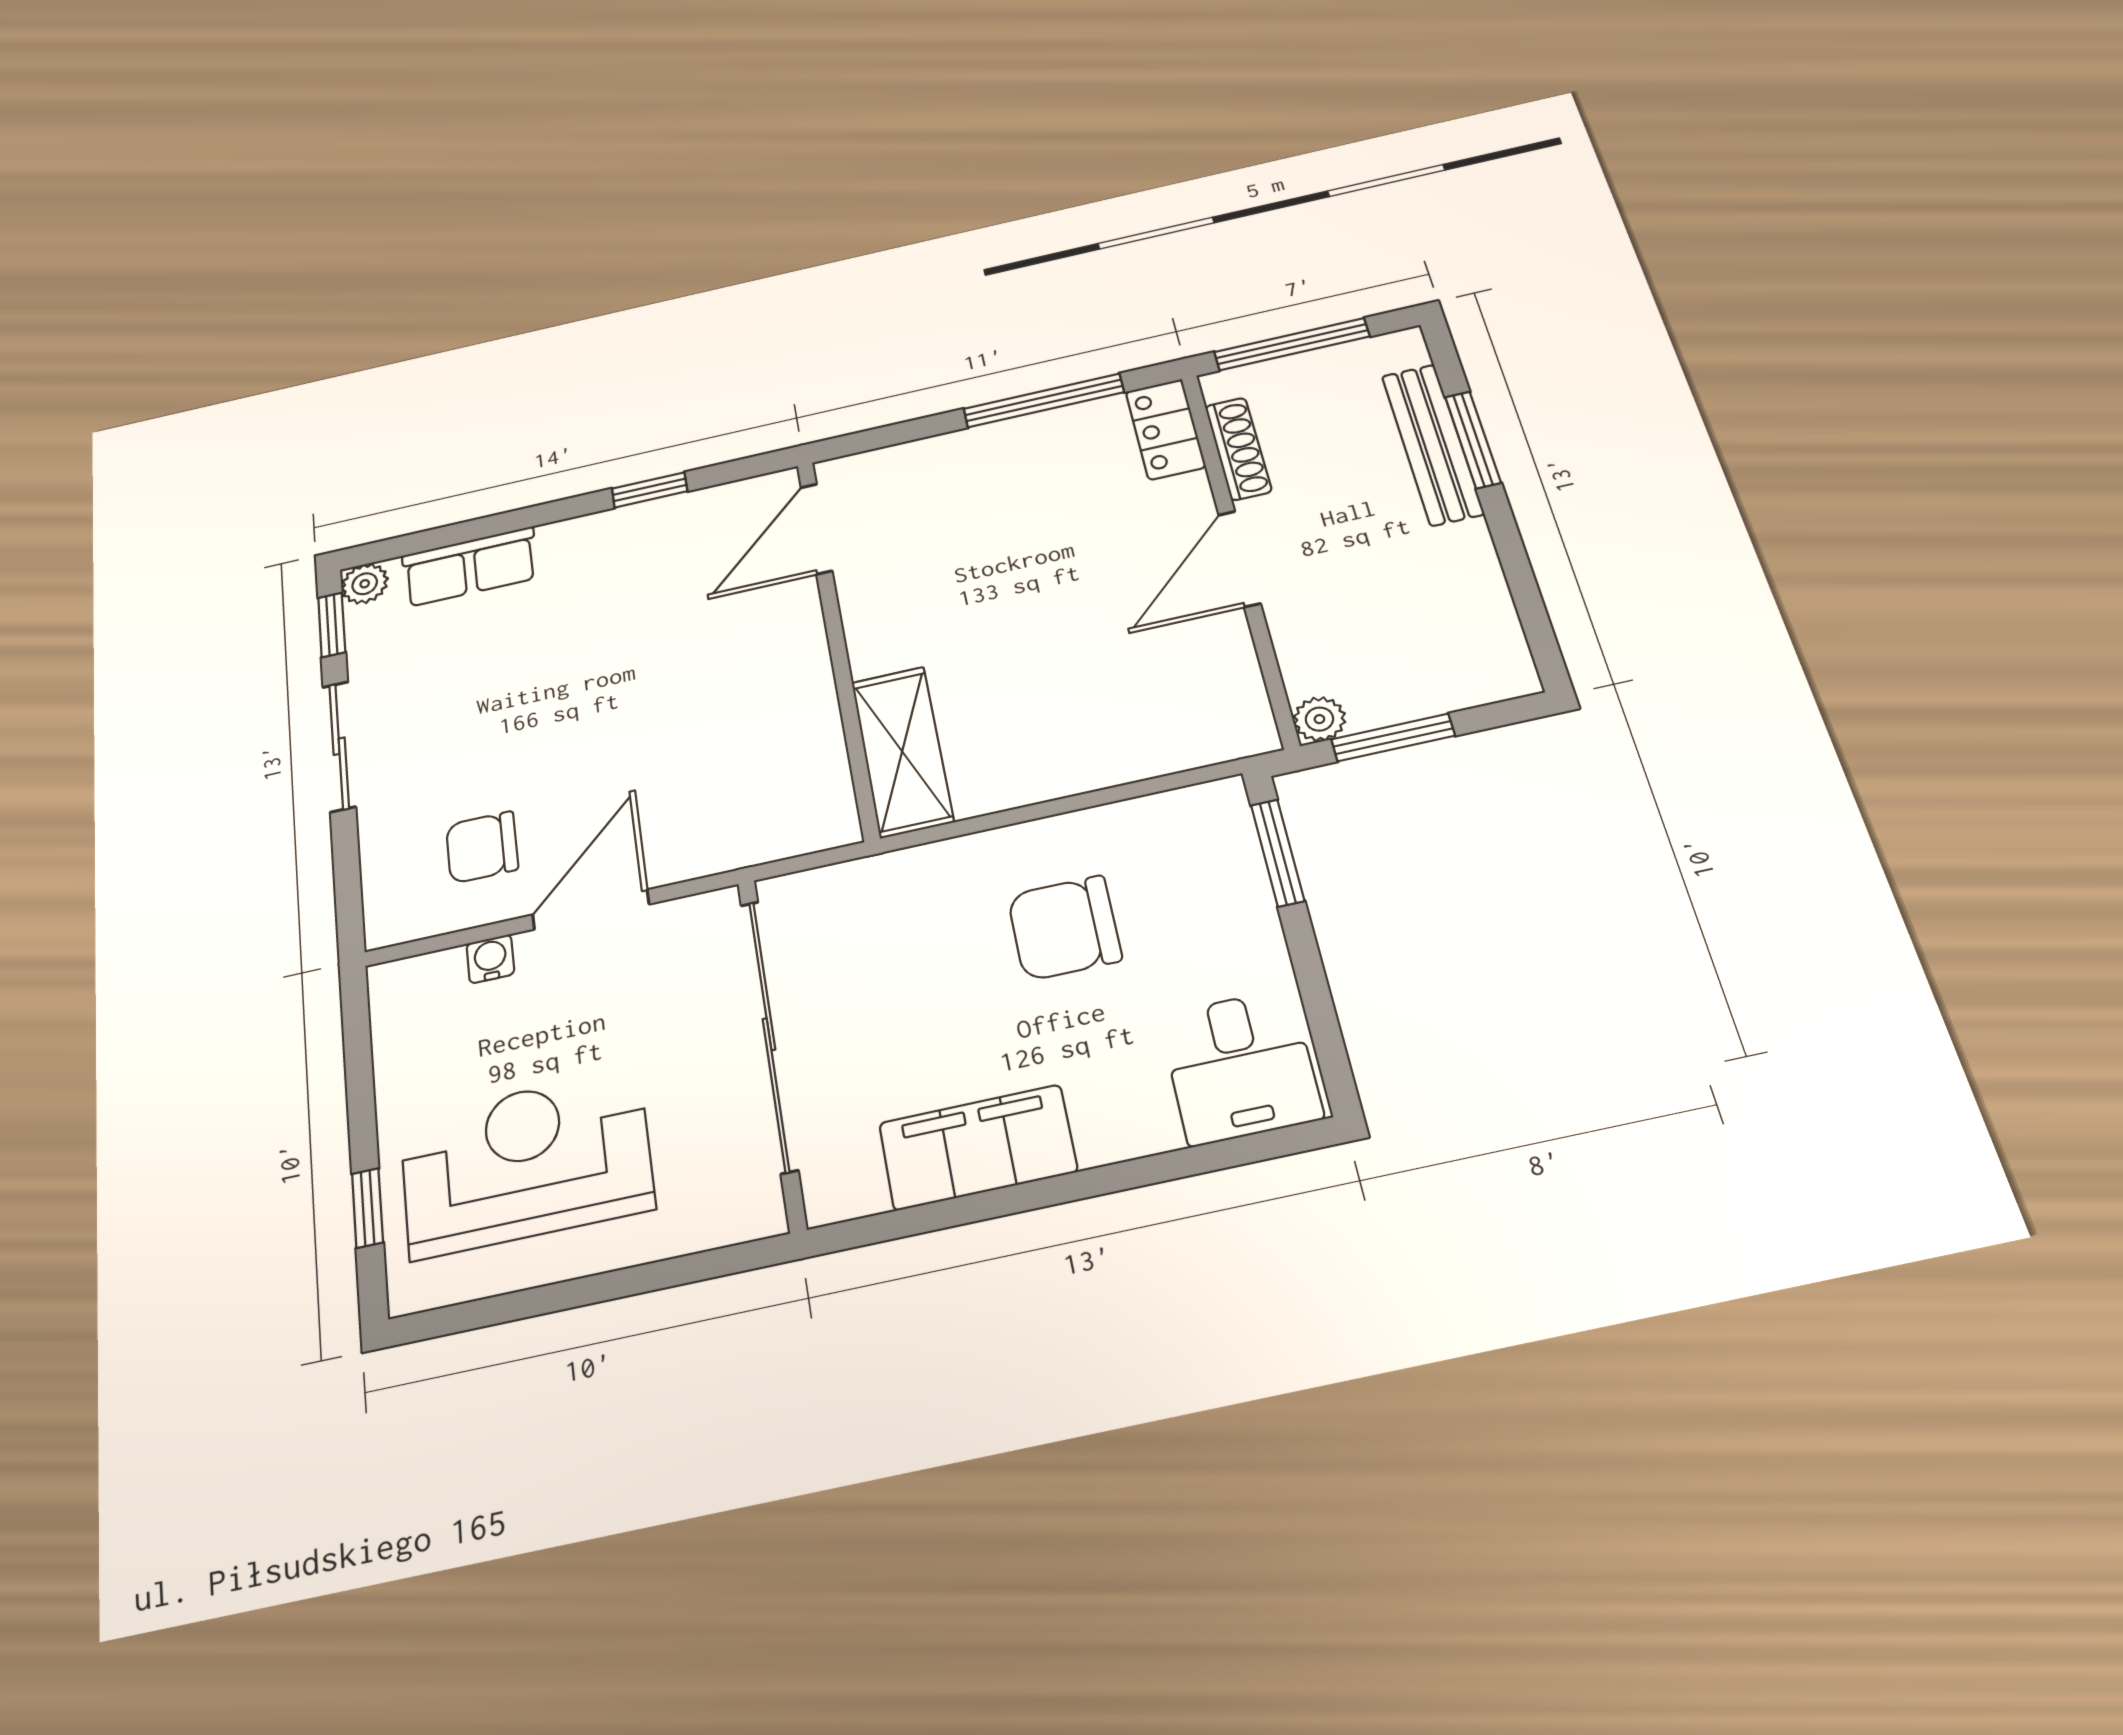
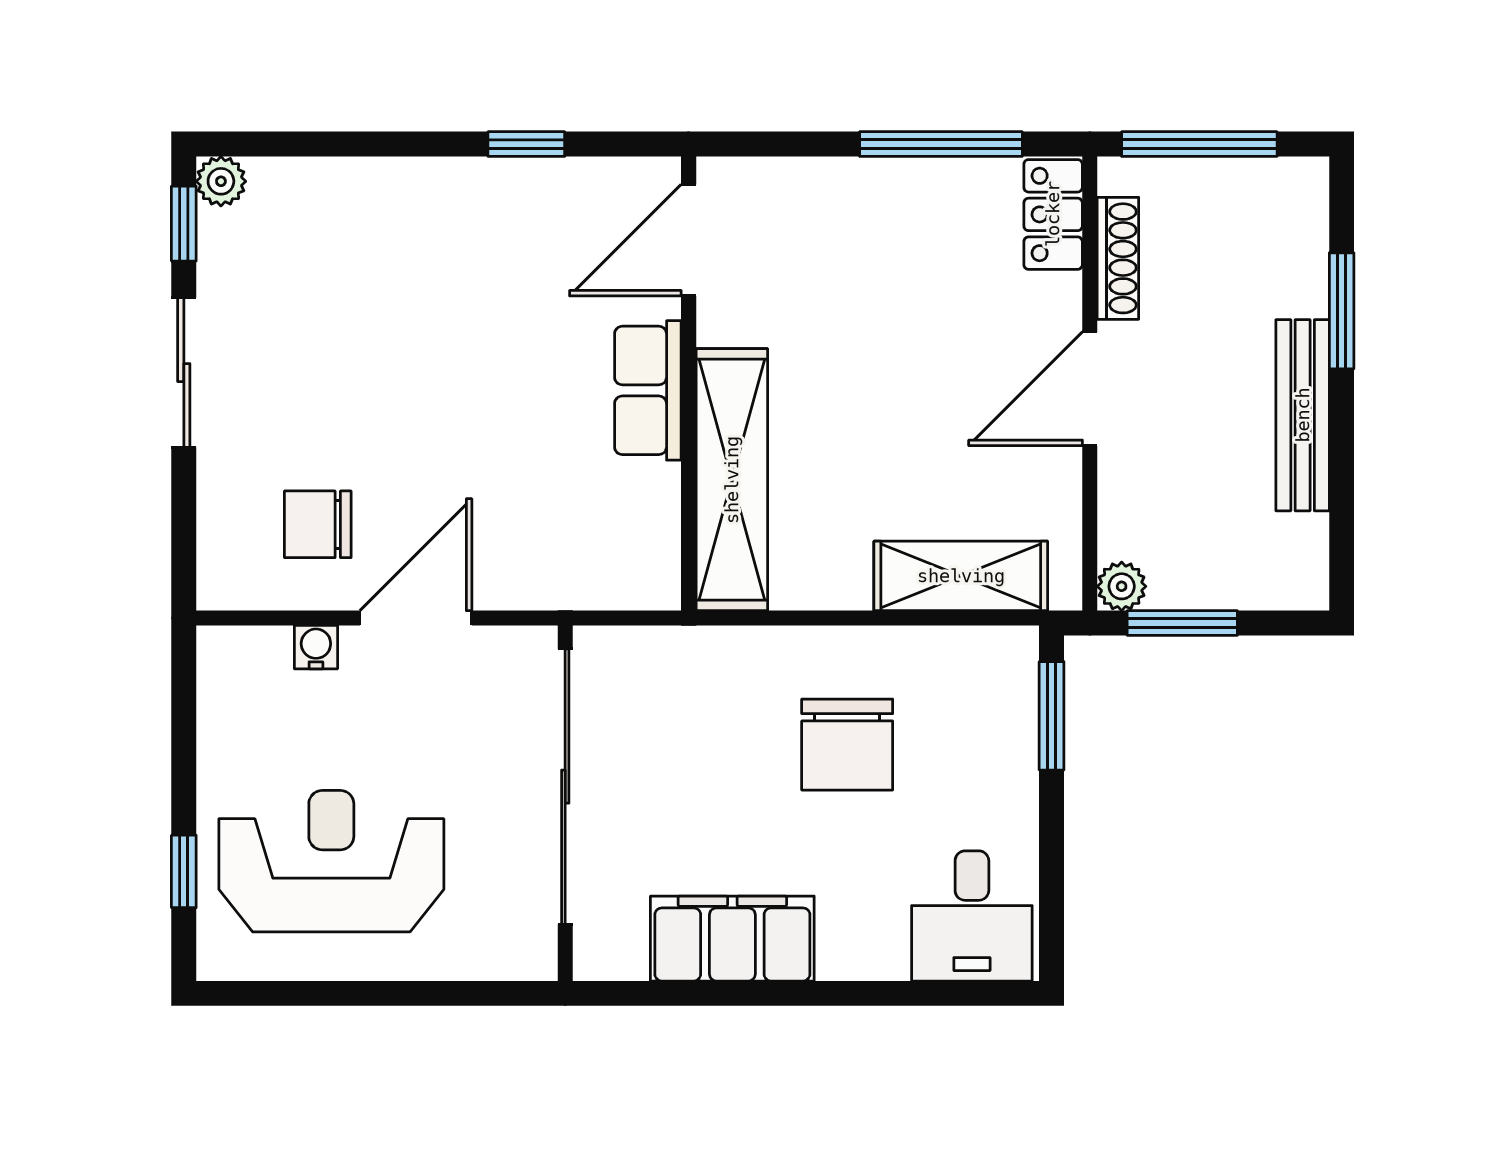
bench: (1432, 444) -> (1303, 415), moved
row of seats: (470, 567) -> (648, 390), moved, turned 90
shelving: (1149, 747) -> (961, 576), added
shelving: (902, 751) -> (732, 480), width x1.47
chair: (1064, 928) -> (847, 745), turned -90

